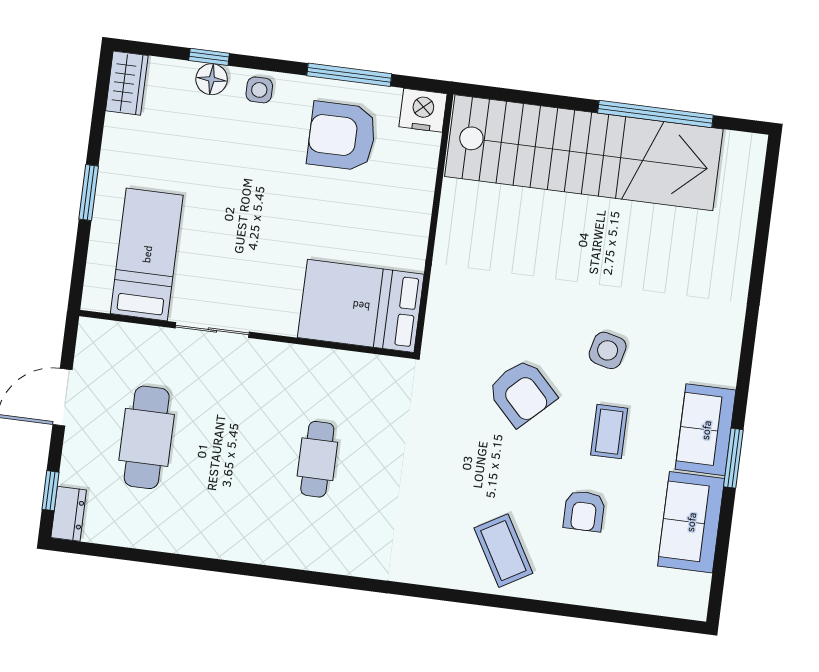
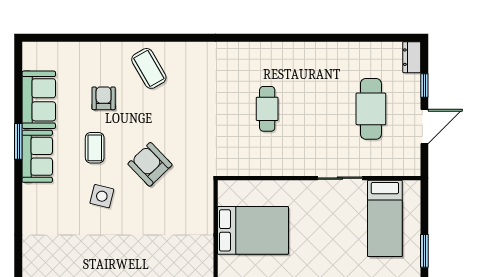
bed: (361, 306) -> (253, 230), moved
window: (51, 491) -> (424, 86), moved

